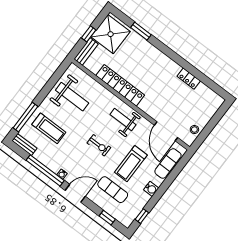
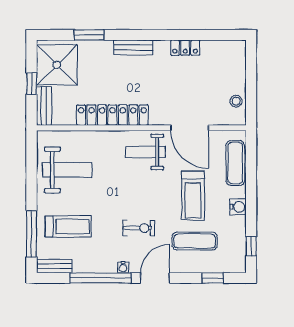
bench: (160, 57) -> (133, 47), added
door: (166, 131) -> (190, 128), moved
exercise bike: (99, 145) -> (139, 228), moved

